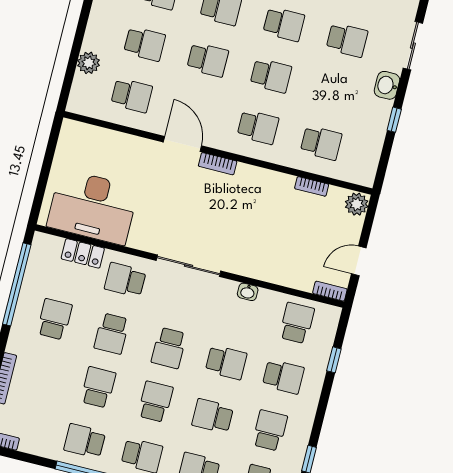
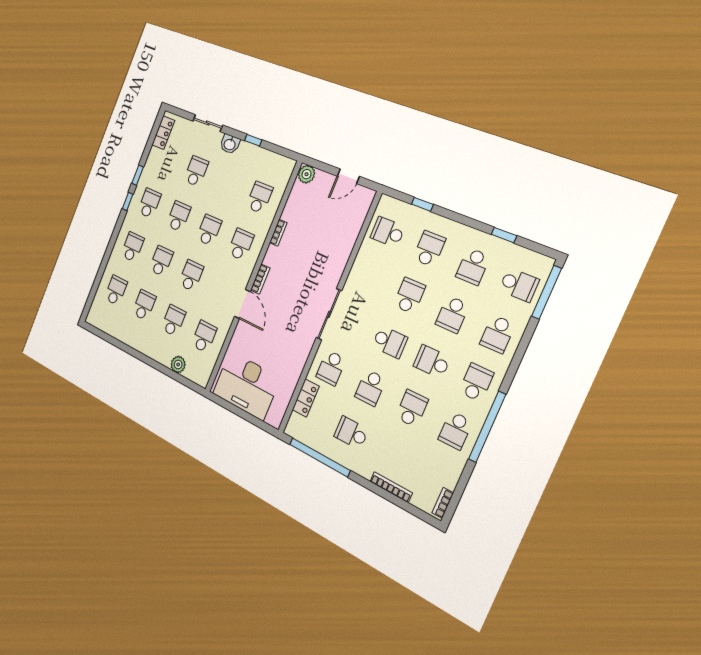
door: (182, 144) -> (242, 304), swing flipped
bookcase: (312, 186) -> (278, 233), moved
desk: (93, 207) -> (246, 386), moved, turned 90
door: (359, 261) -> (348, 176), hinge flipped
bookcase: (330, 291) -> (367, 202), removed
washbasin: (248, 292) -> (357, 269), removed
school desk: (112, 334) -> (370, 388), turned 90
school desk: (98, 387) -> (412, 408), turned 90
school desk: (270, 430) -> (473, 266), turned -90

